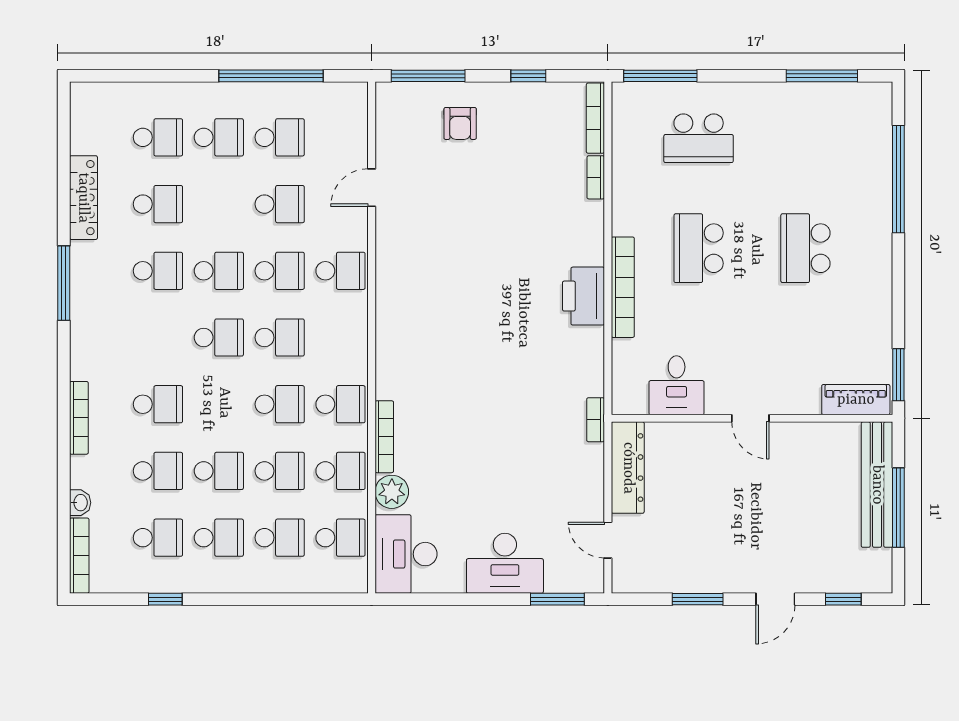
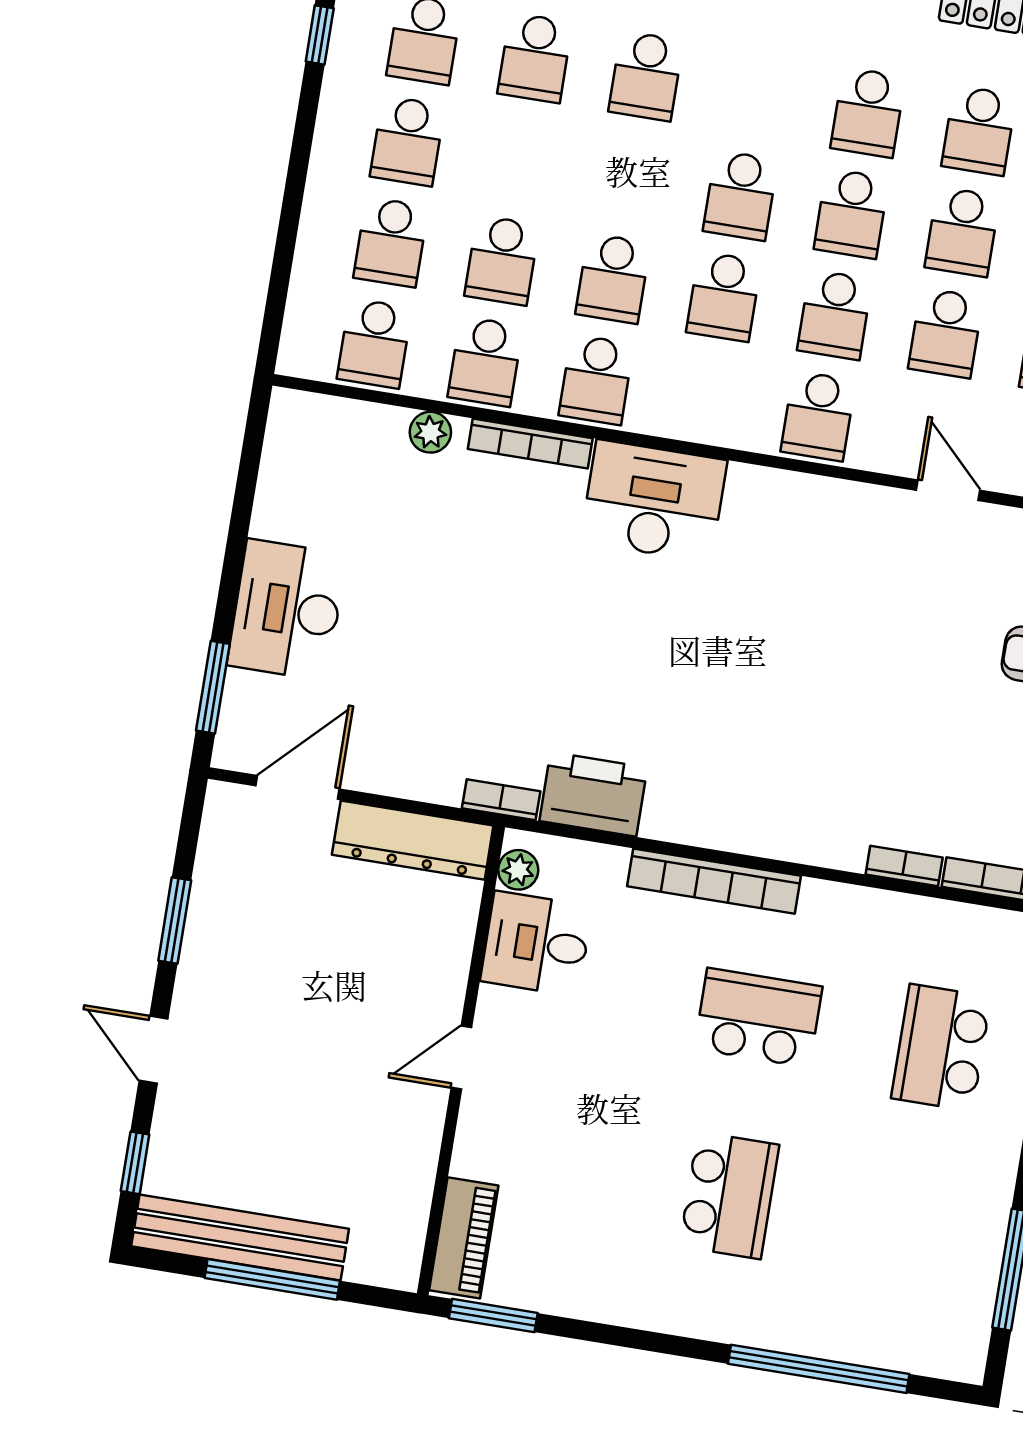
school desk: (805, 248) -> (729, 1195), turned 90
printer: (584, 296) -> (593, 794), moved
plant: (635, 403) -> (518, 870), added
school desk: (219, 471) -> (962, 232), moved
bench: (877, 485) -> (240, 1238), moved
plant: (392, 492) -> (430, 432), width x0.73, depth x0.73
door: (608, 540) -> (298, 787), width x1.37
desk: (406, 554) -> (654, 501), moved

